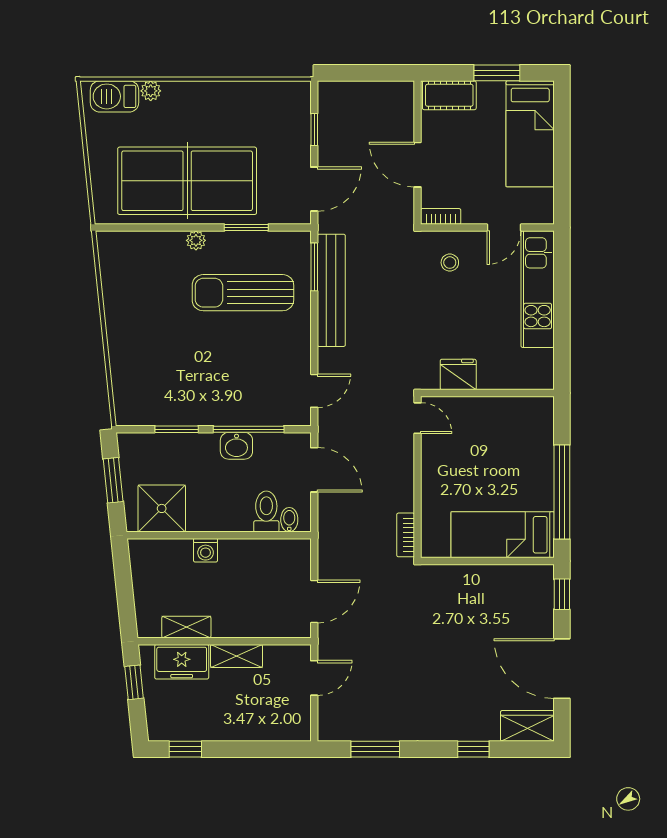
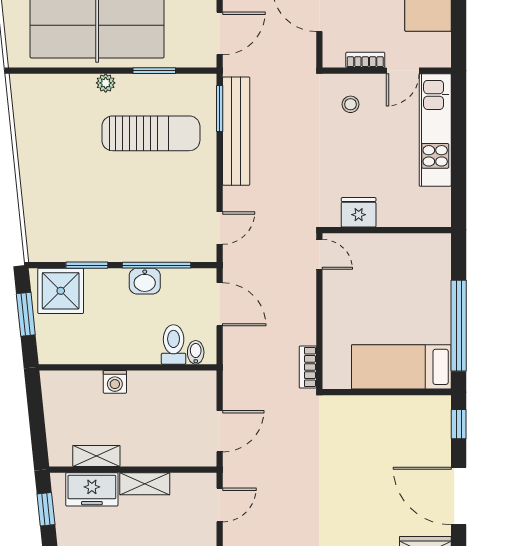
bookcase: (441, 216) -> (365, 60), moved
sun lounger: (243, 293) -> (151, 133), turned 180
shower: (162, 508) -> (61, 291), moved

